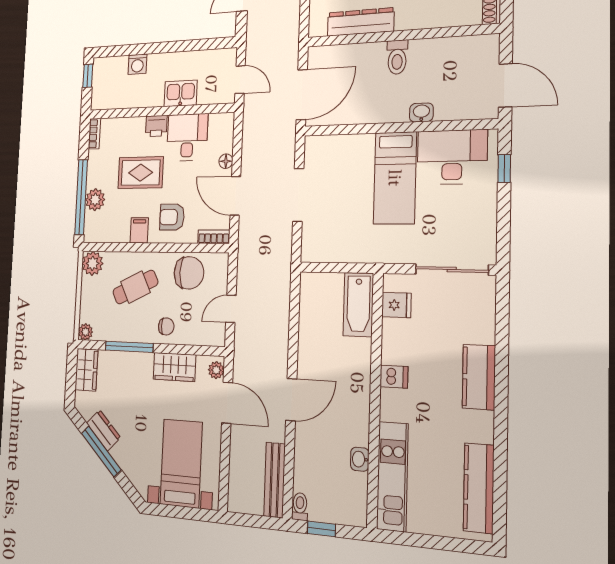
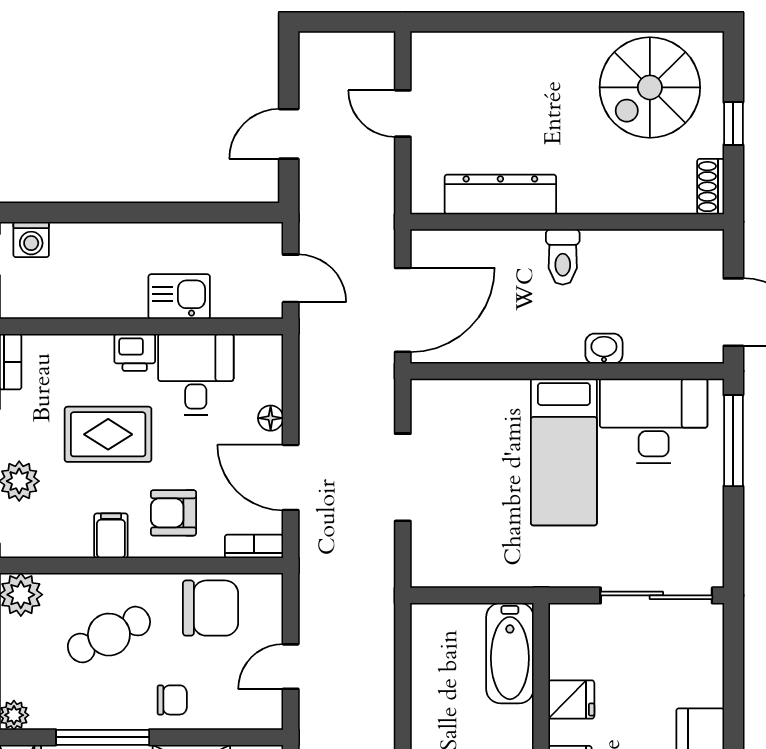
washing machine: (137, 64) -> (31, 239), moved
window: (504, 168) -> (733, 441), width x2.17
fridge: (396, 305) -> (571, 700), moved

